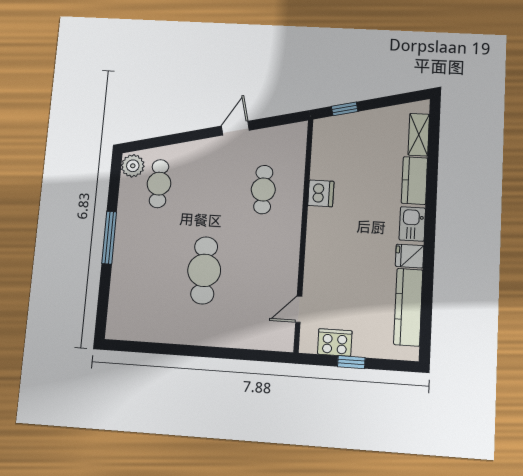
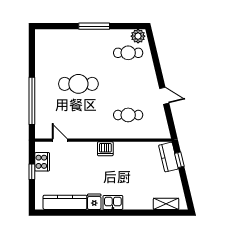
kitchen counter: (414, 181) -> (168, 157), moved, turned -103
dishwasher: (321, 193) -> (105, 149), moved
window: (227, 353) -> (32, 101), added

